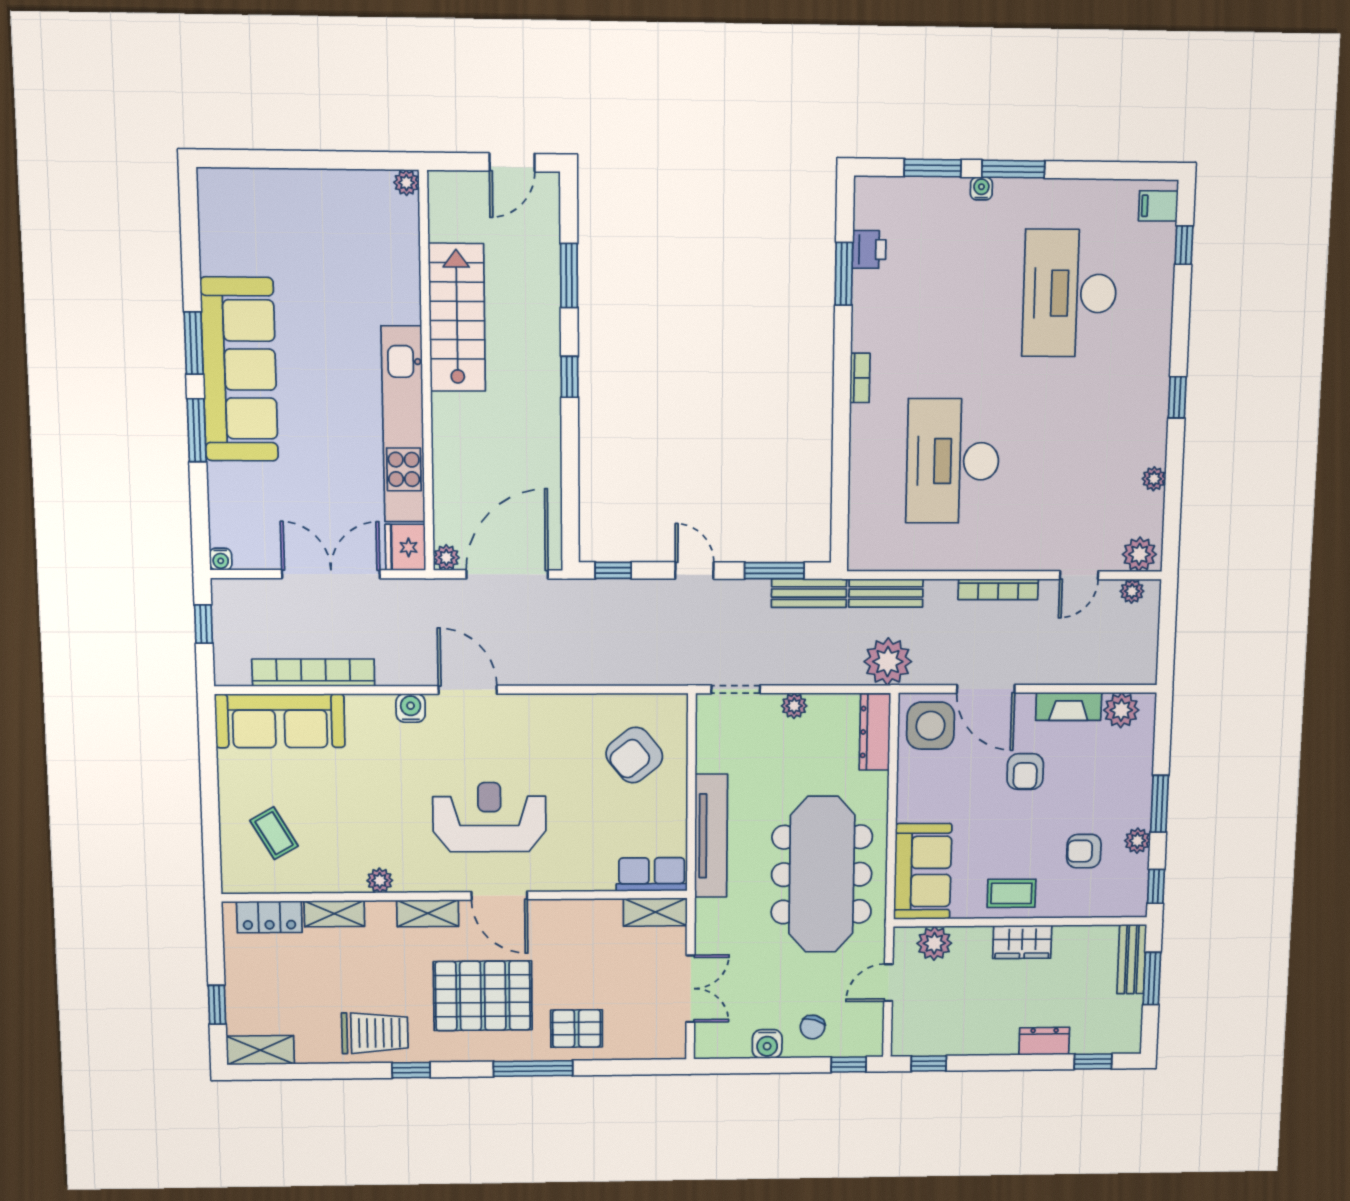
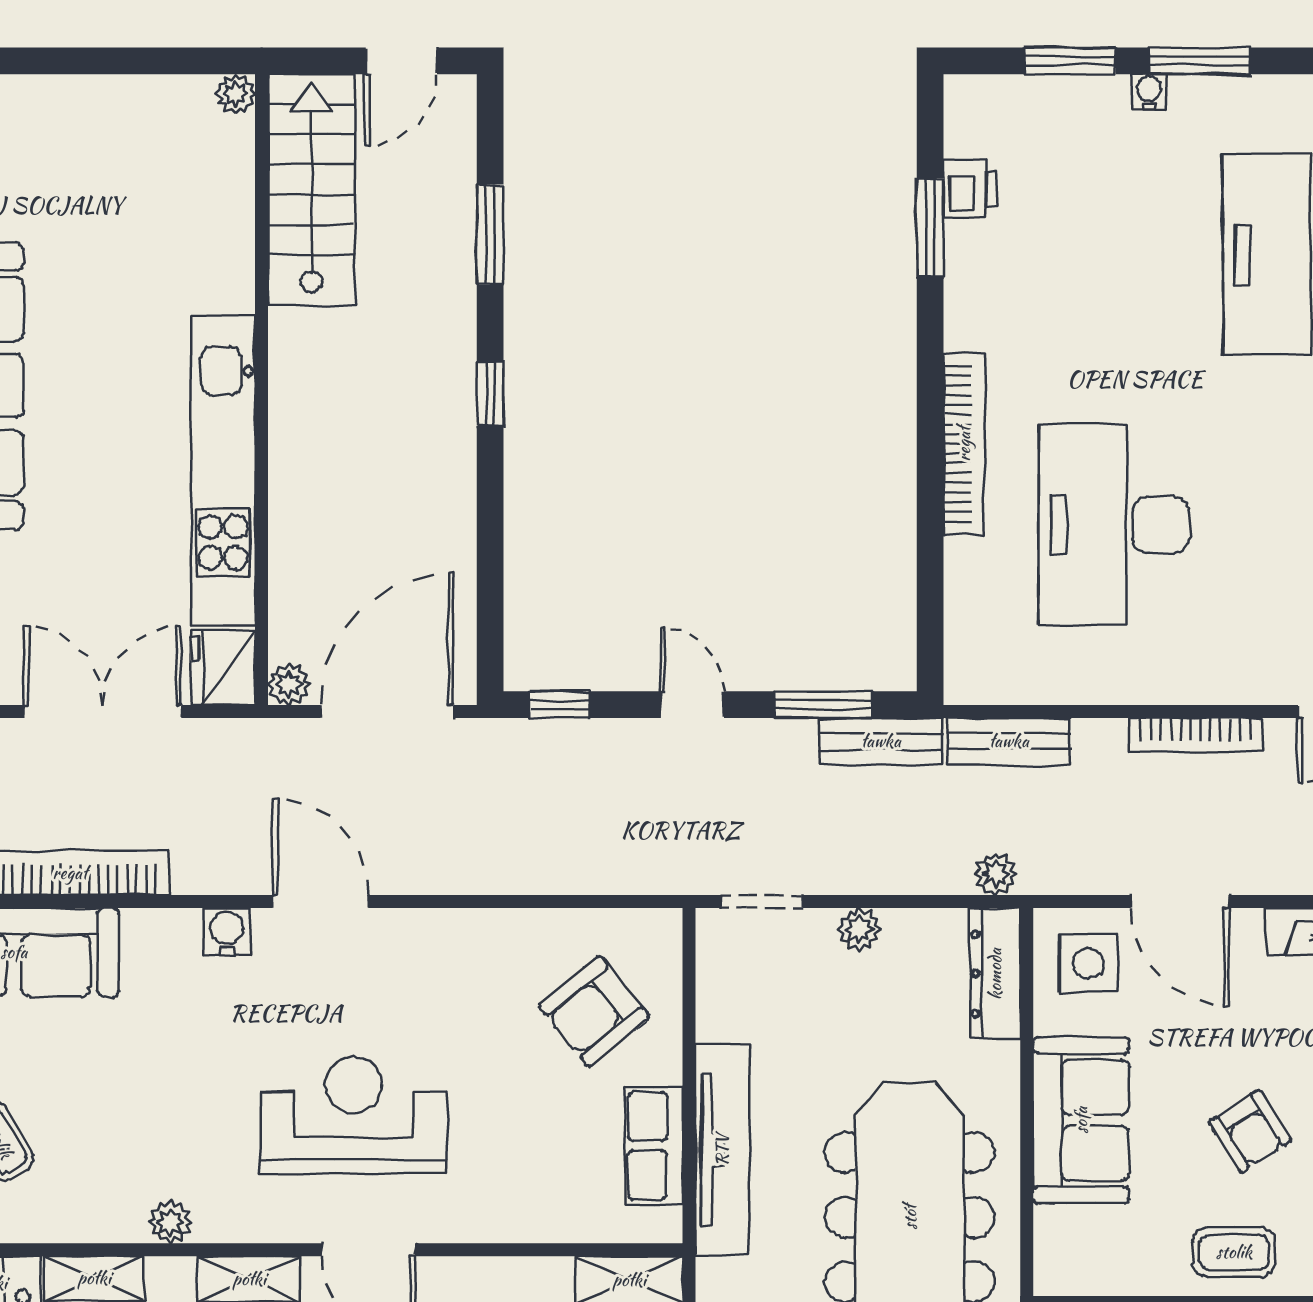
stairs: (457, 318) -> (311, 190), moved
bookcase: (860, 378) -> (964, 444), width x2.31, depth x1.31
plant: (888, 662) -> (996, 874), width x0.53, depth x0.53
side table: (931, 726) -> (1088, 963), width x0.73, depth x0.73
armchair: (1025, 772) -> (1250, 1131), moved, turned -32
sofa: (923, 872) -> (1081, 1120), moved
row of seats: (652, 874) -> (654, 1146), moved, turned -90

